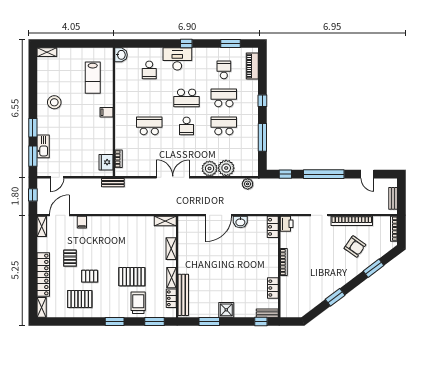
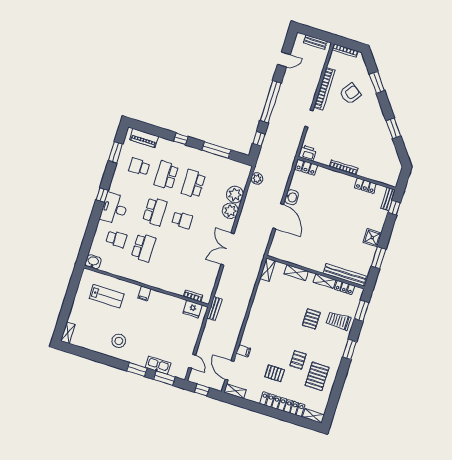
school desk: (149, 126) -> (144, 248), moved, turned 180
pallet: (132, 277) -> (311, 319), width x0.67, depth x0.71

